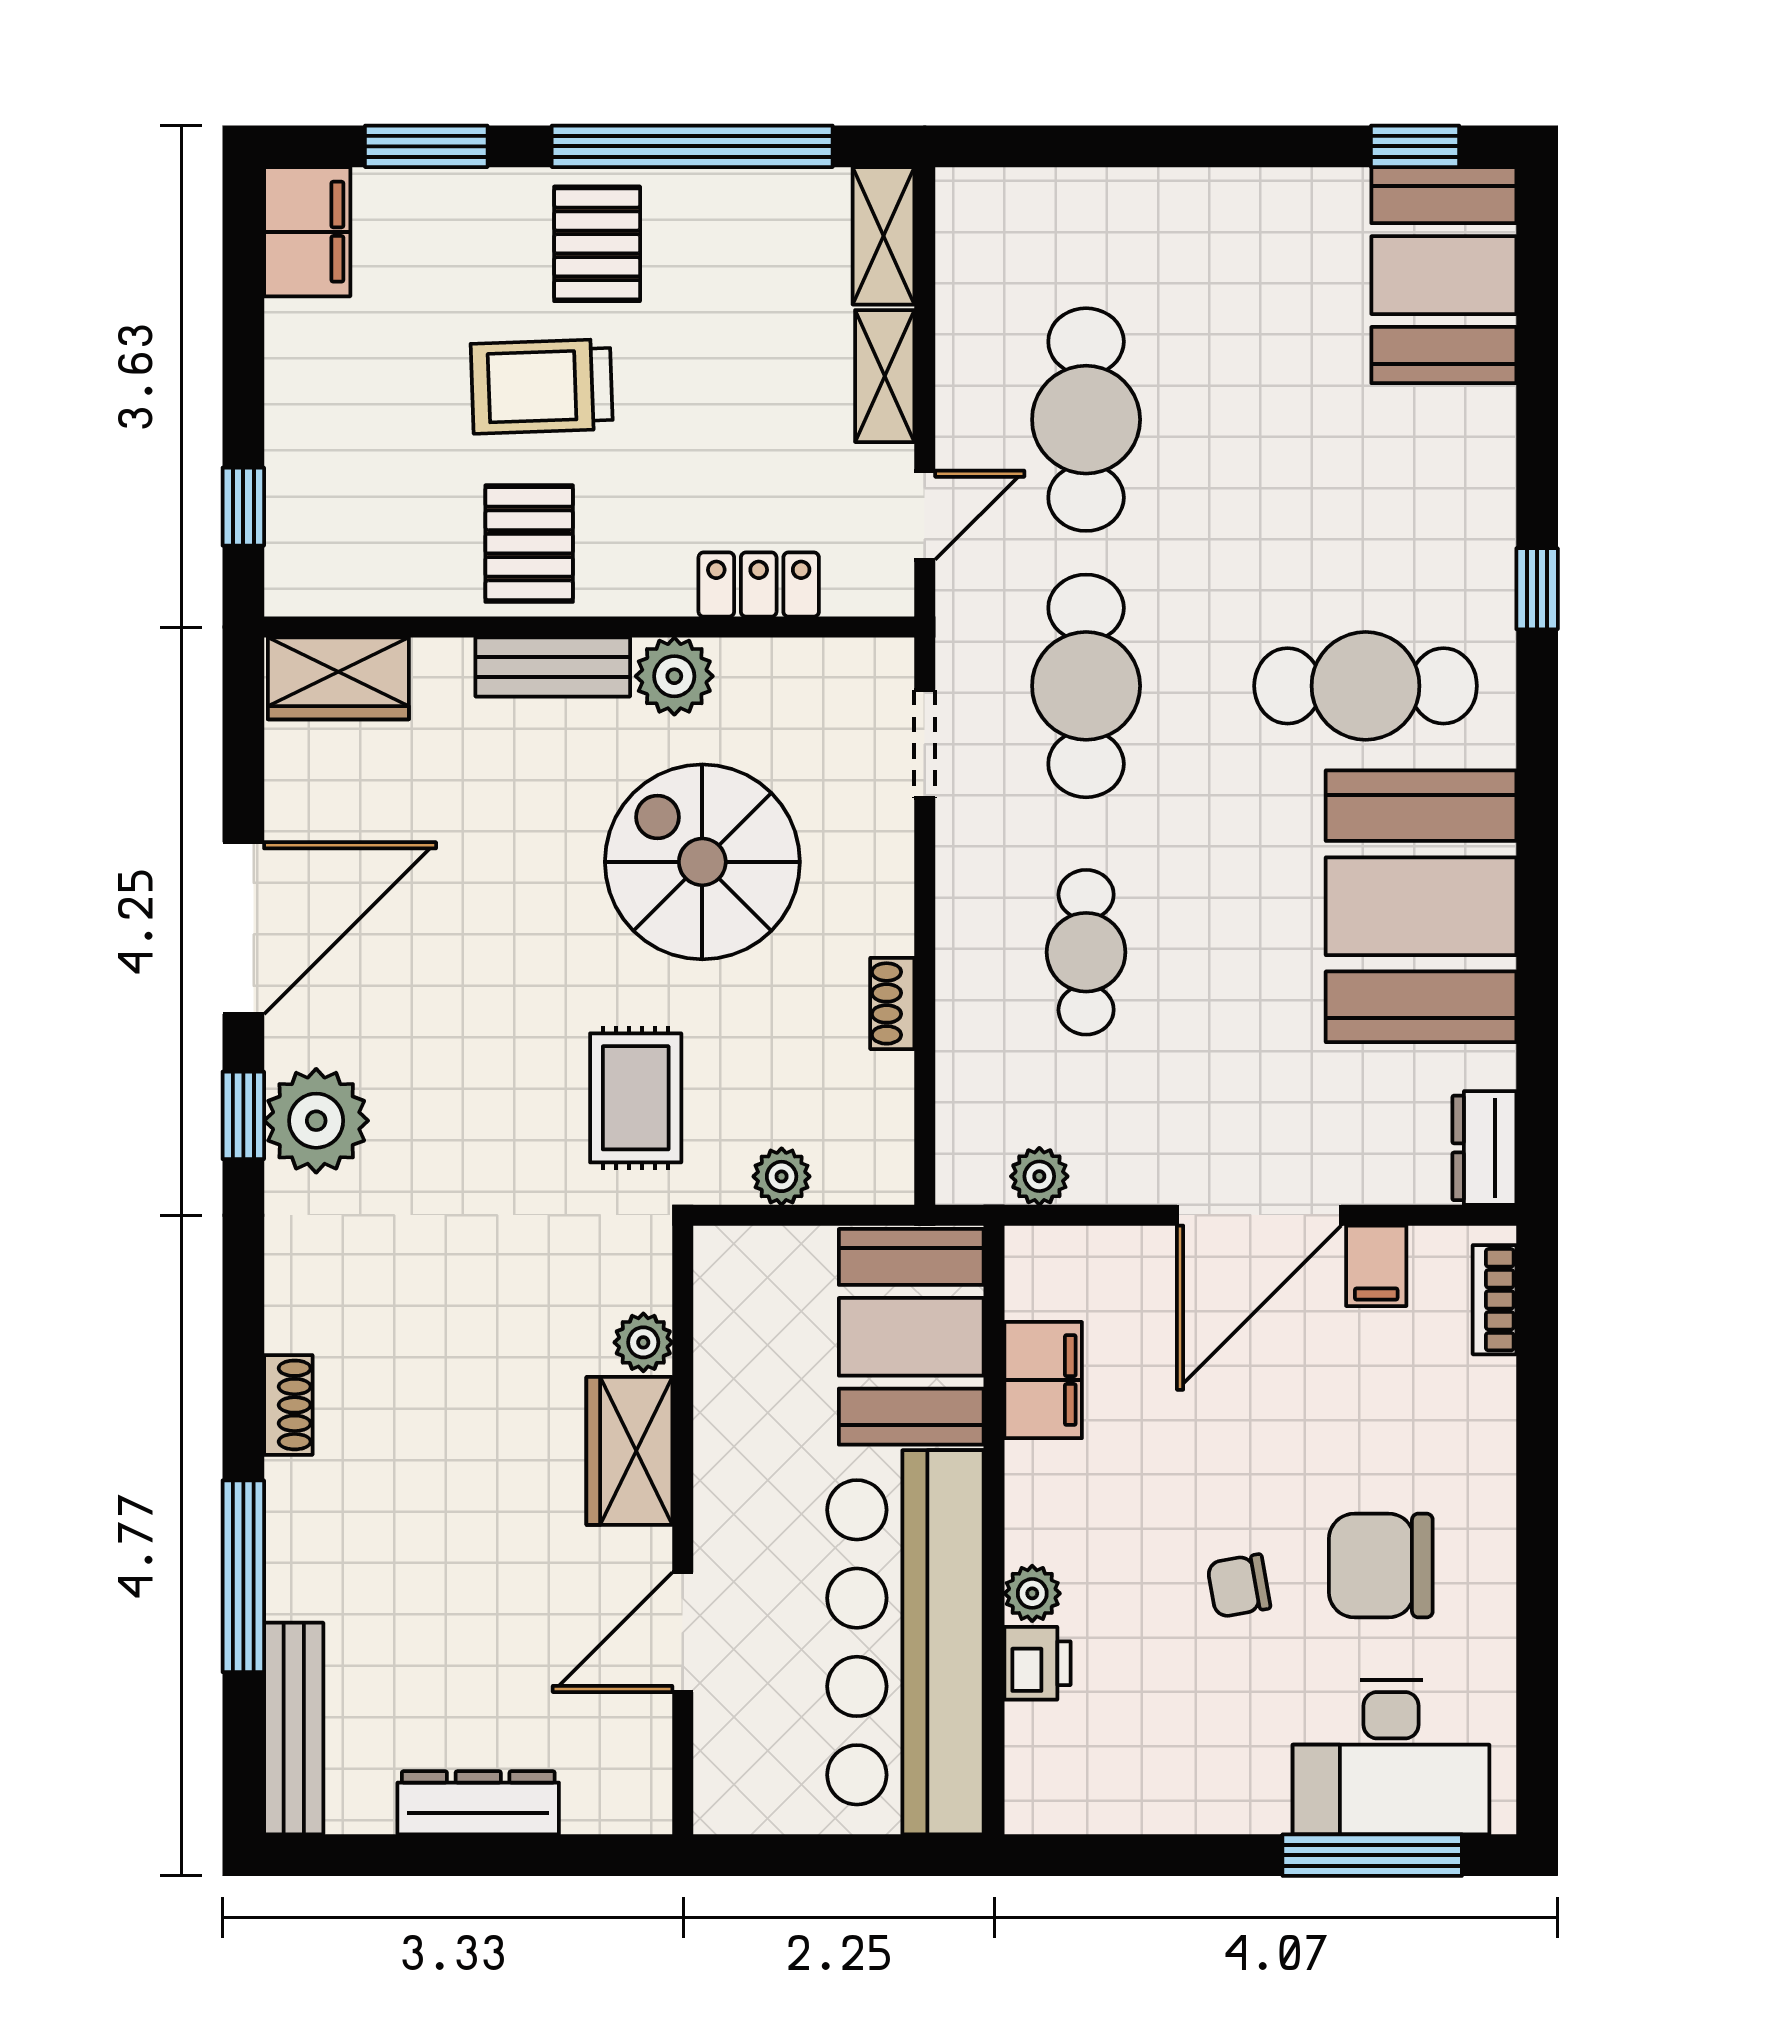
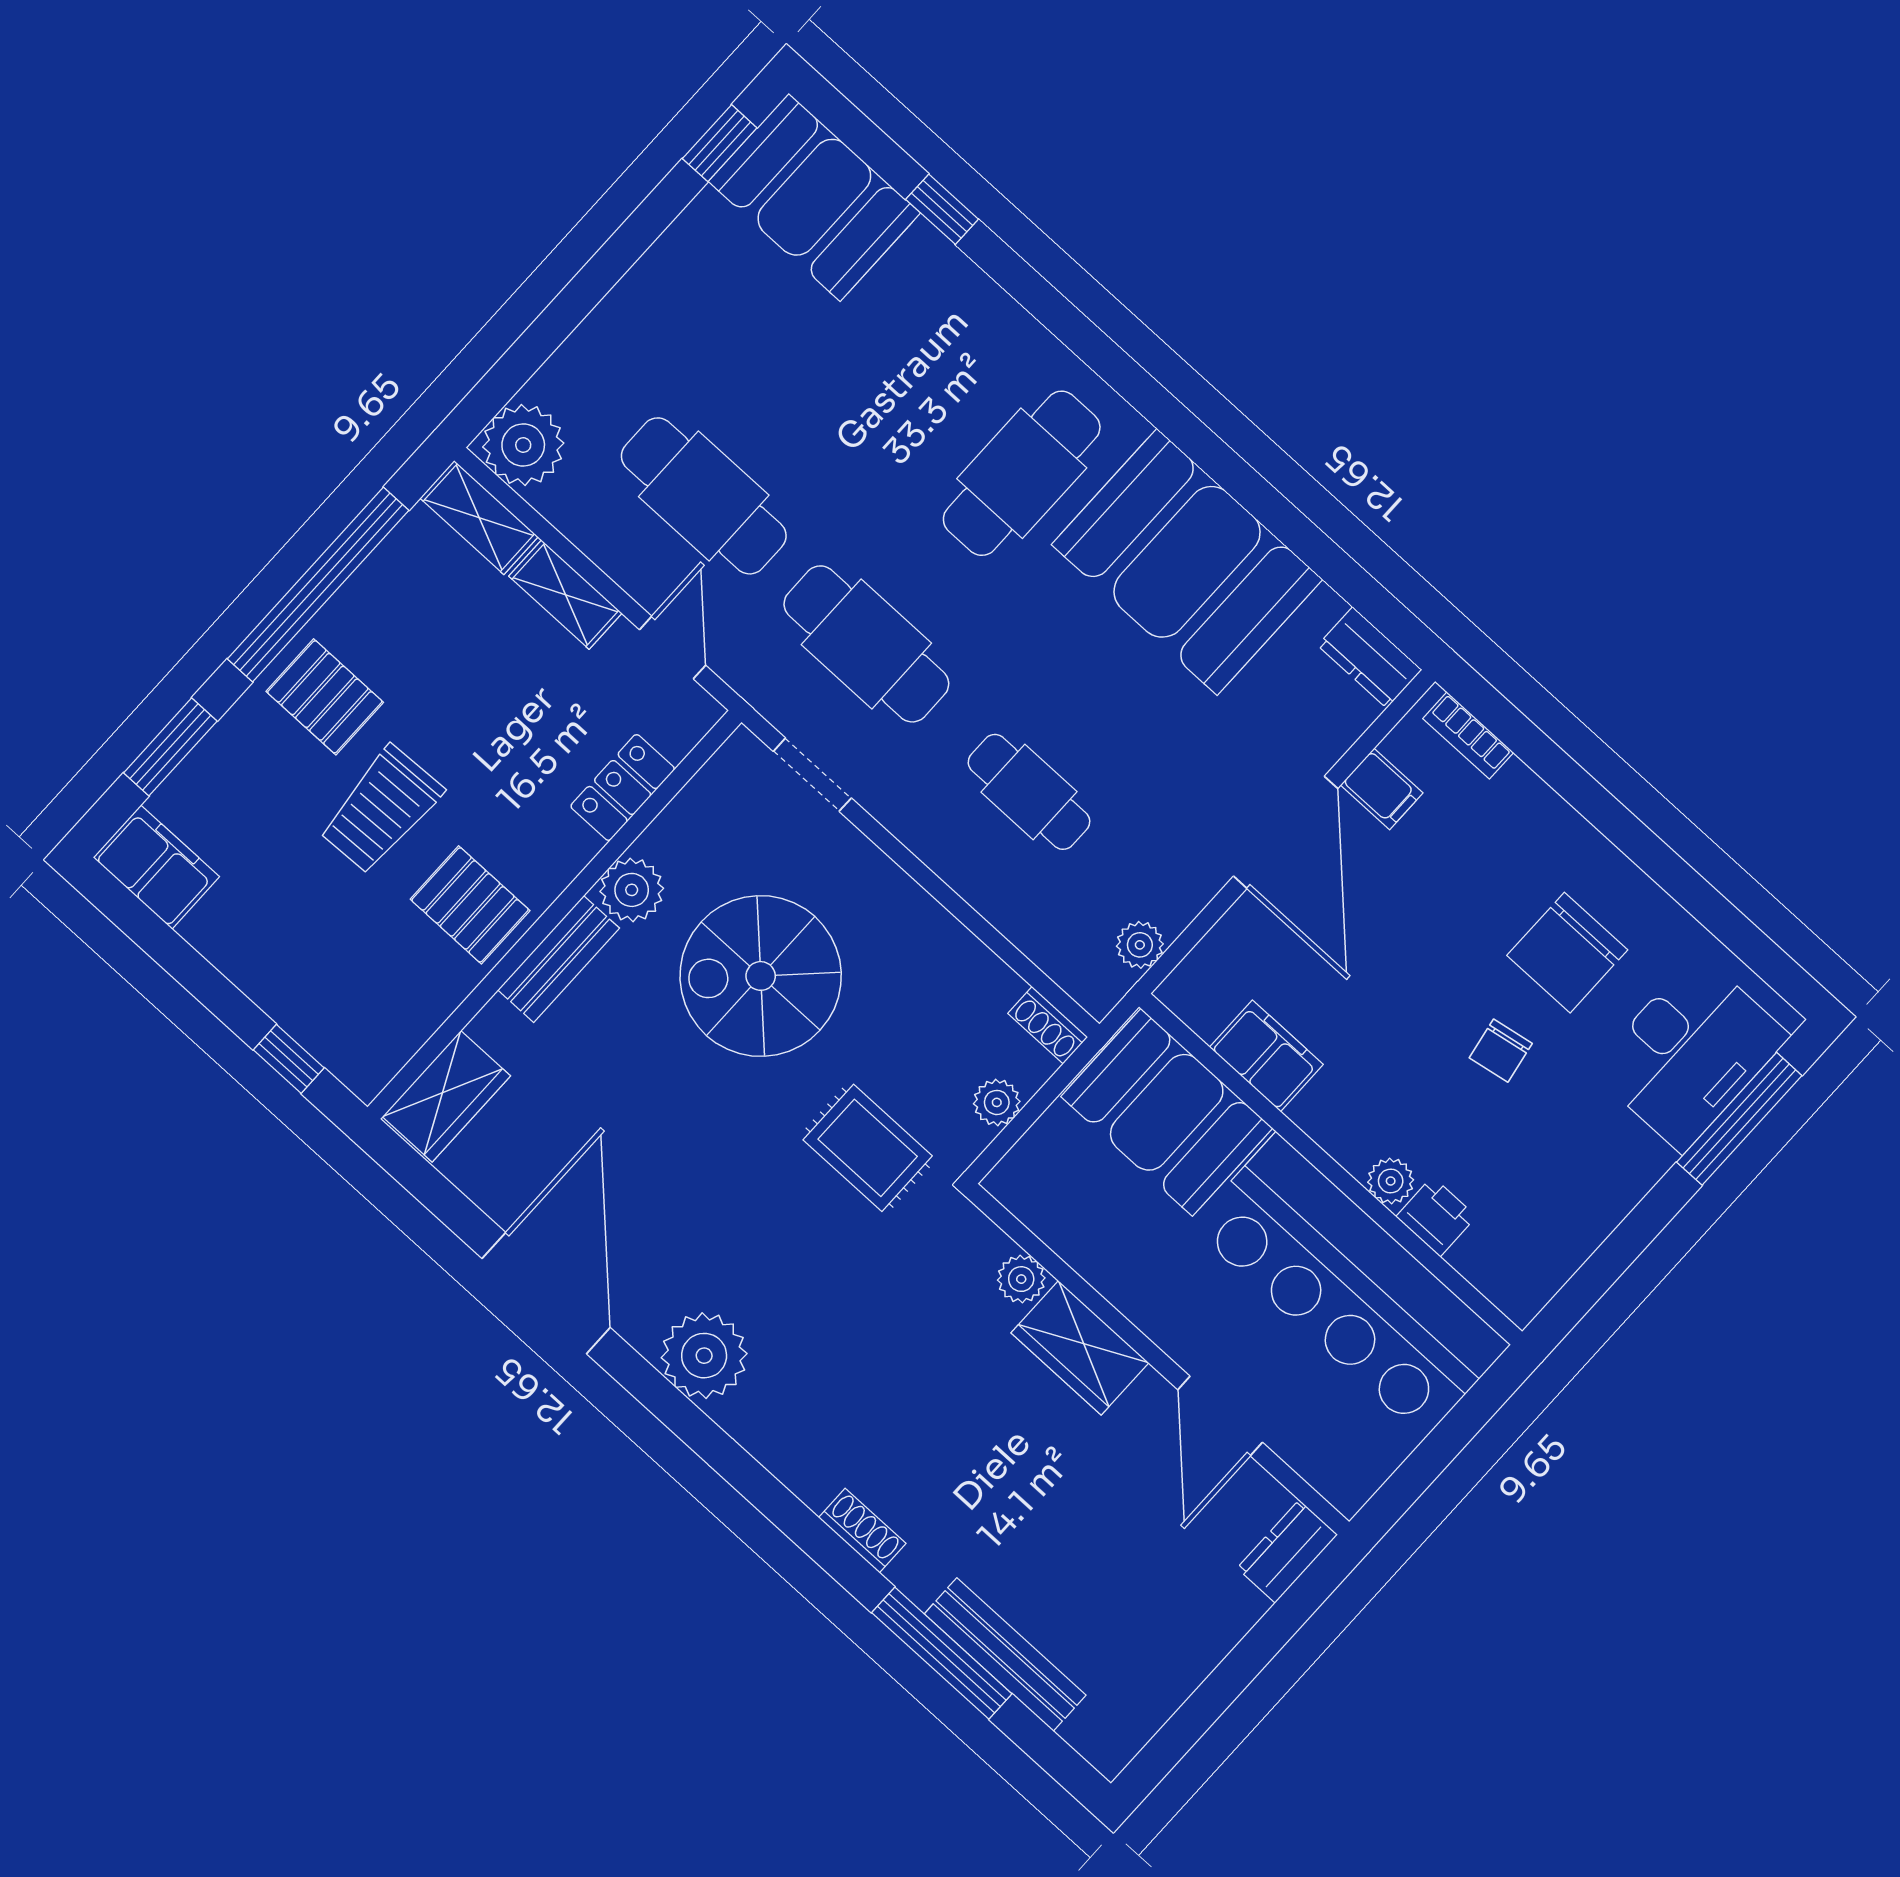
plant: (984, 216) -> (523, 445), added
window: (1537, 589) -> (942, 209), moved
shoe rack: (892, 1003) -> (1048, 1025), moved
window: (243, 1115) -> (660, 1397), removed
bench: (294, 1729) -> (1005, 1654), moved
dresser: (478, 1803) -> (1287, 1551), moved, width x0.70

